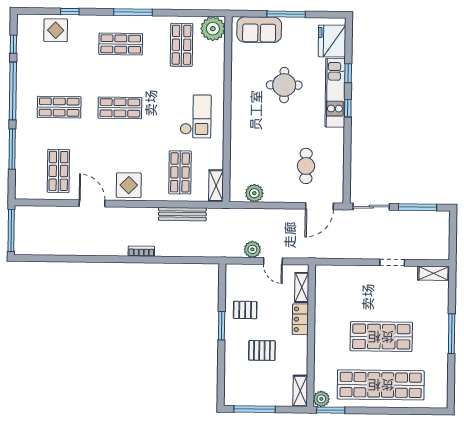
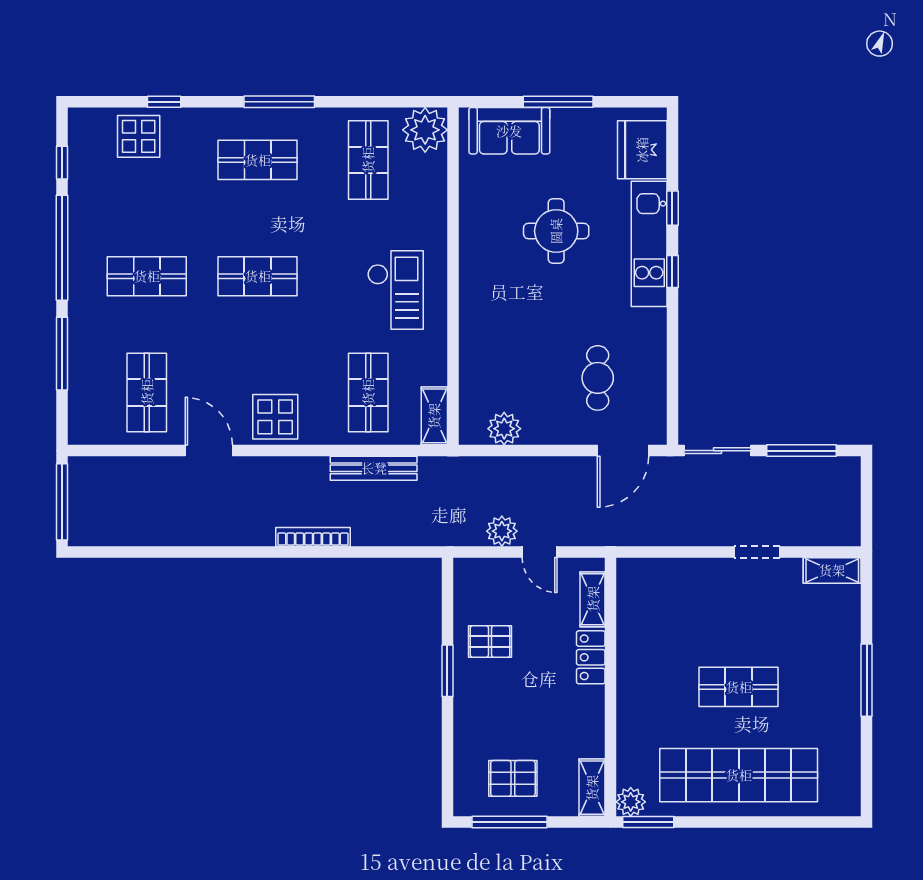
bookcase: (141, 251) -> (313, 537), width x1.56
shop shelf: (381, 337) -> (739, 687), width x0.70, depth x0.74
pallet: (262, 350) -> (513, 778), moved

